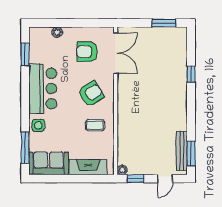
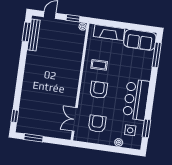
armchair: (87, 52) -> (97, 124), turned -90
double door: (116, 53) -> (75, 119), width x0.73
window: (191, 74) -> (15, 116), moved
armchair: (91, 94) -> (99, 90), turned 122
side table: (38, 125) -> (130, 130), moved

